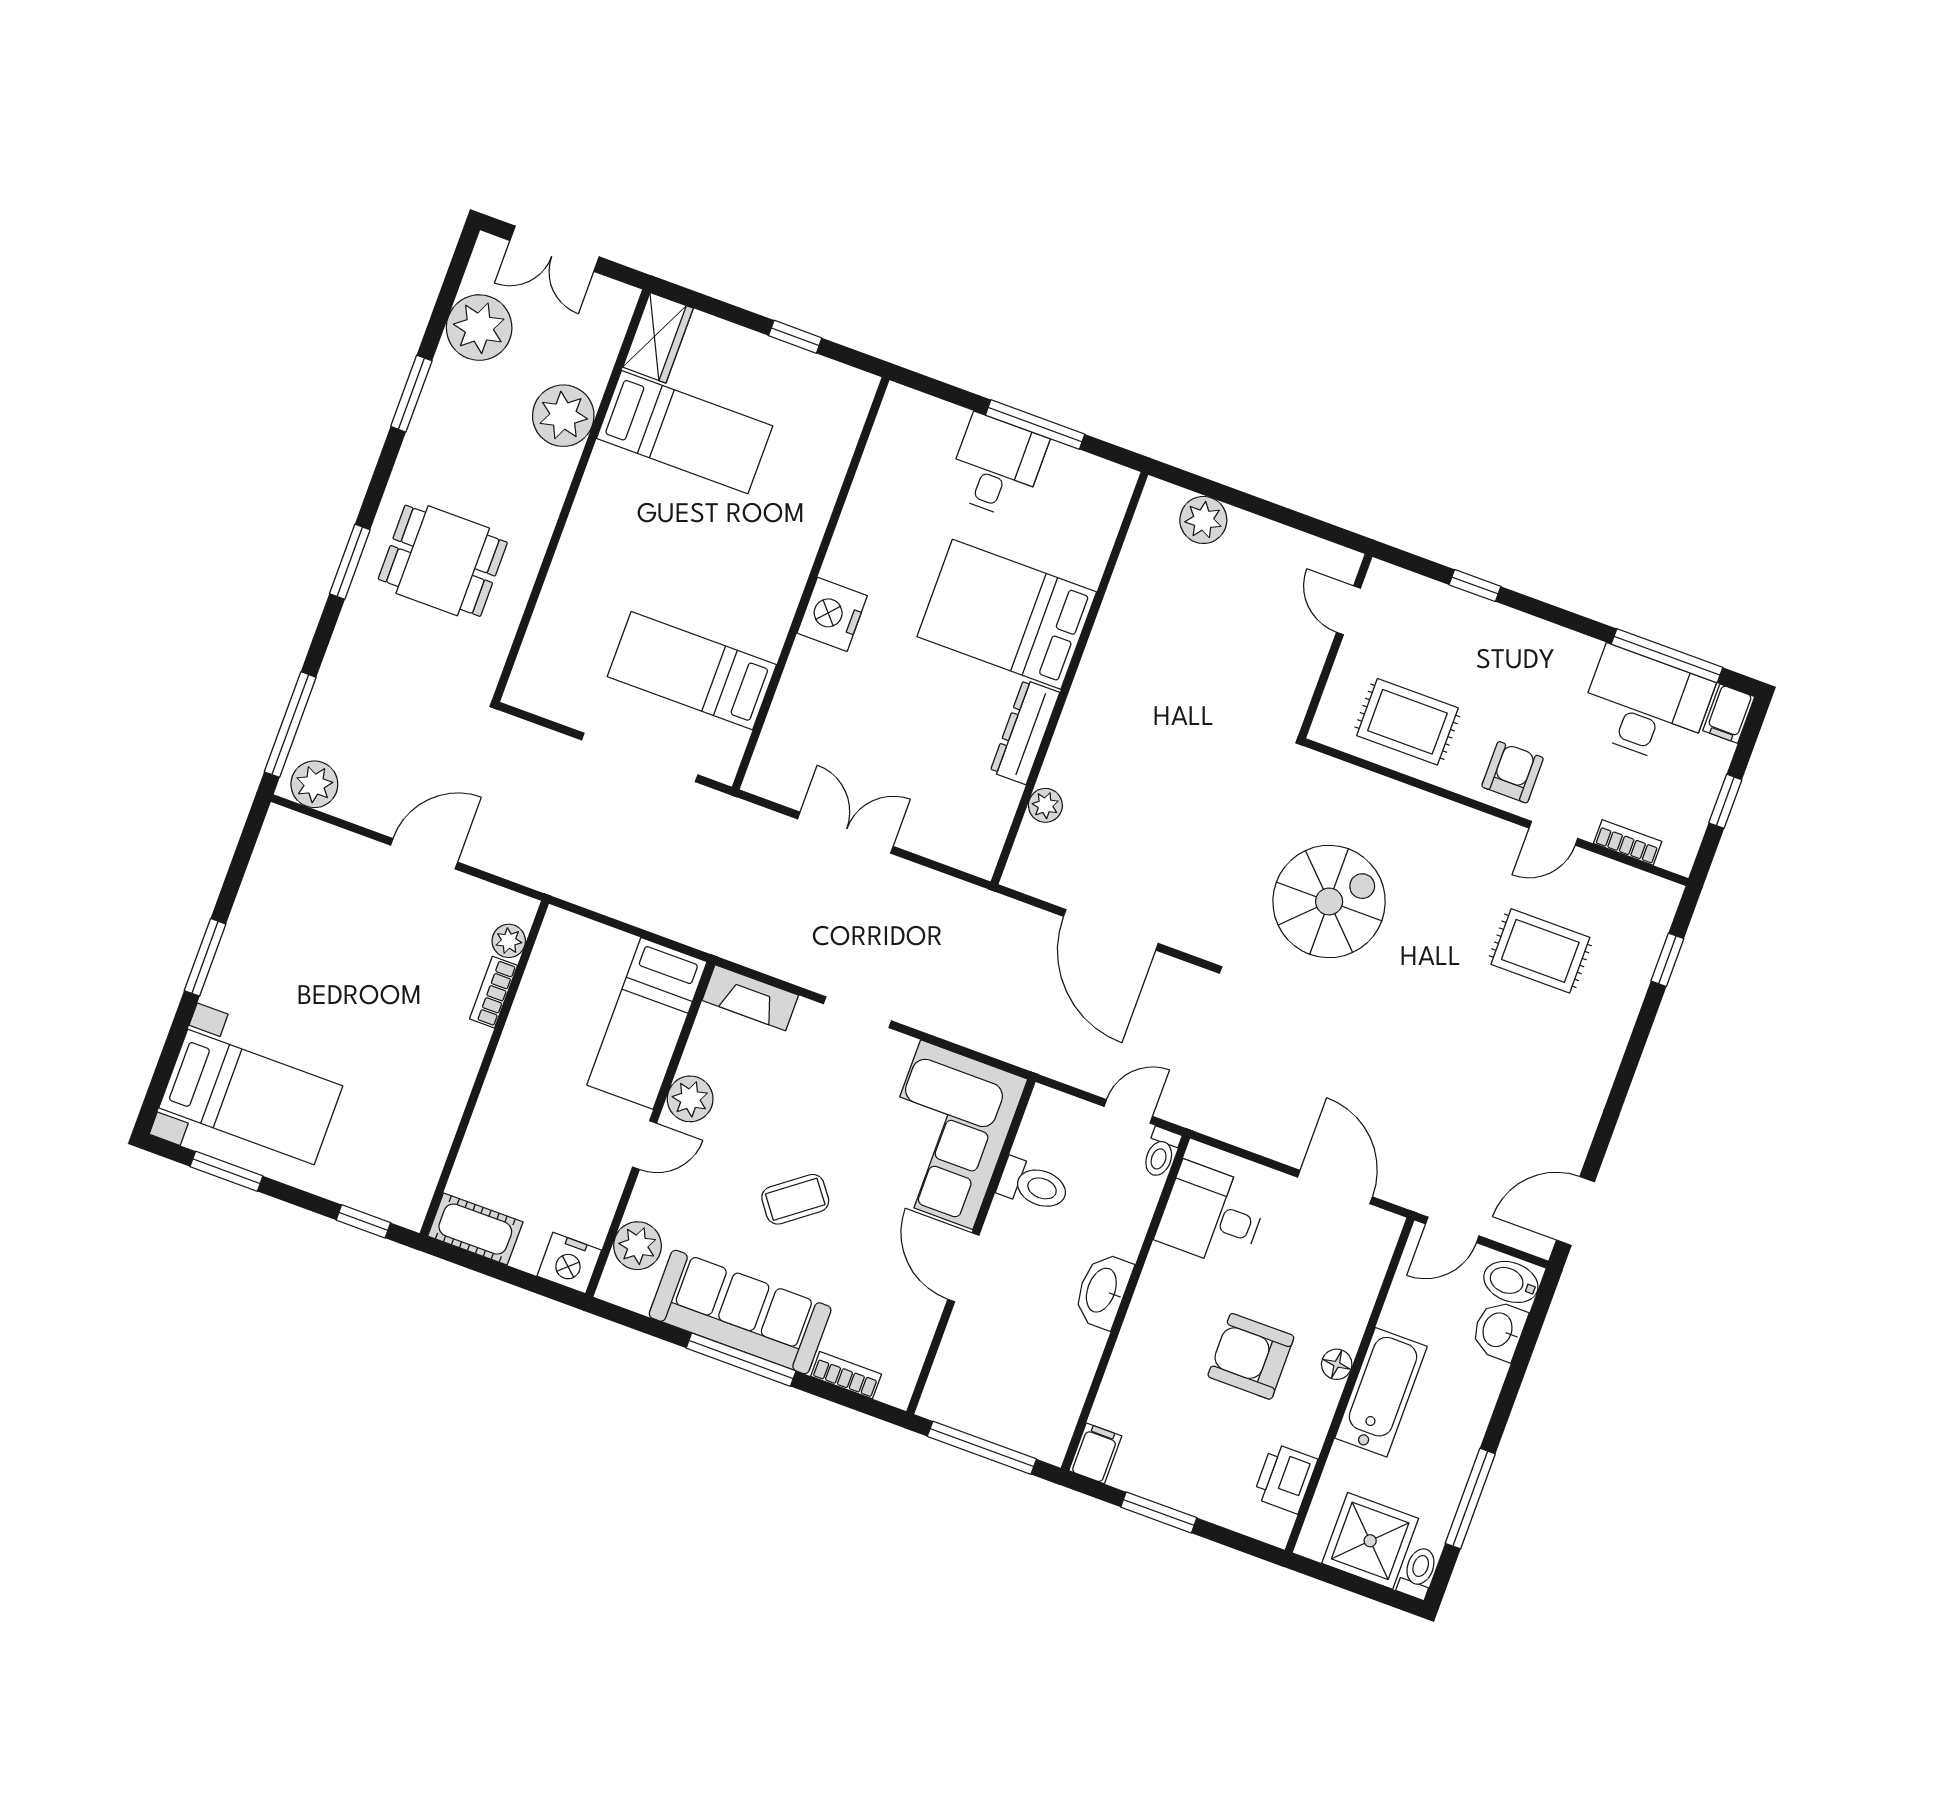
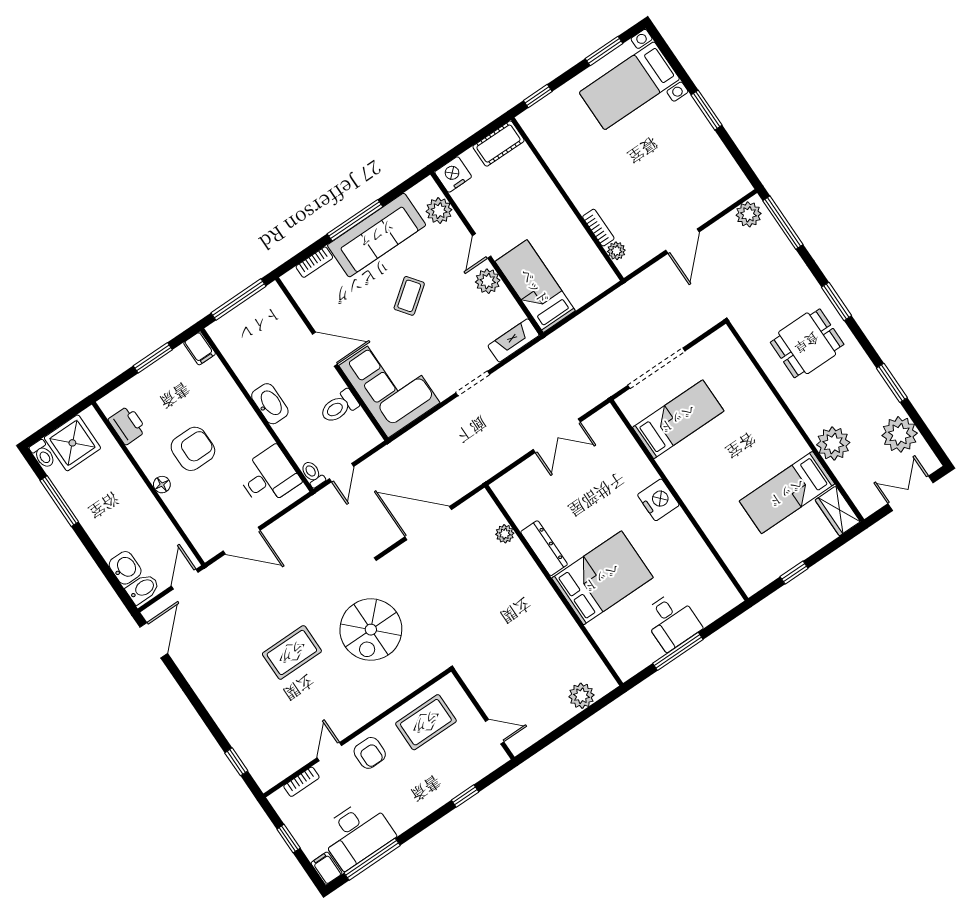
rug: (1540, 951) -> (292, 652), moved
bathtub: (1381, 1392) -> (135, 495), removed

